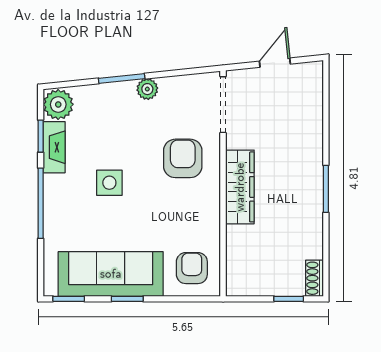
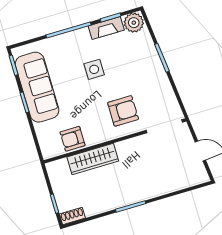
plant: (147, 89) -> (160, 76), removed
wardrobe: (240, 187) -> (93, 159), moved
armchair: (192, 268) -> (73, 139), moved, turned 180

